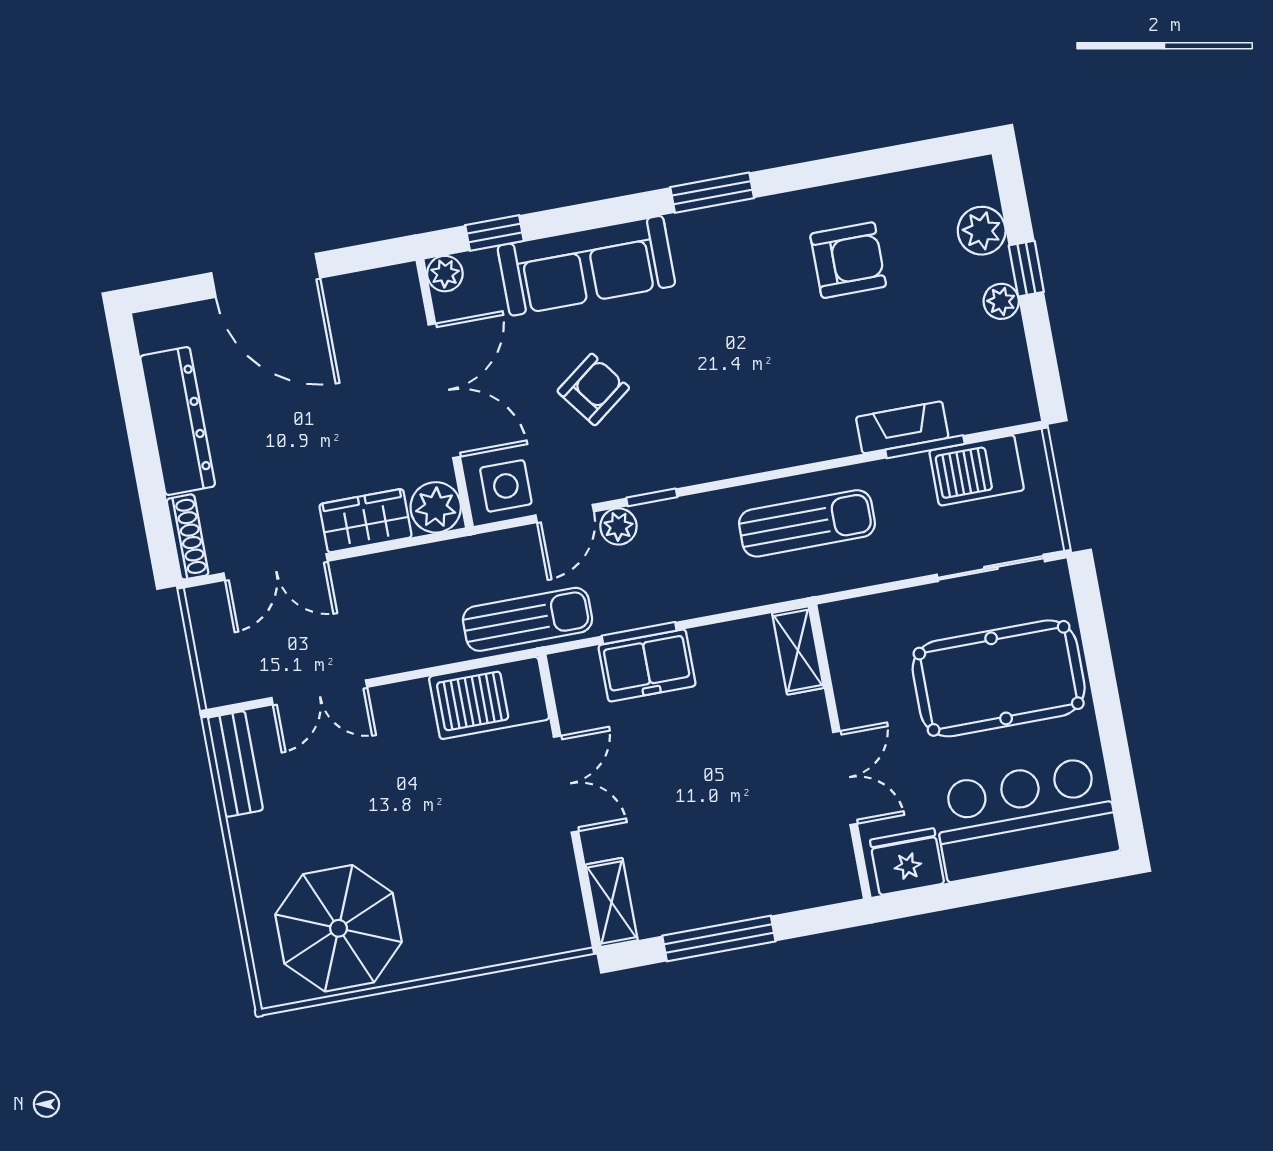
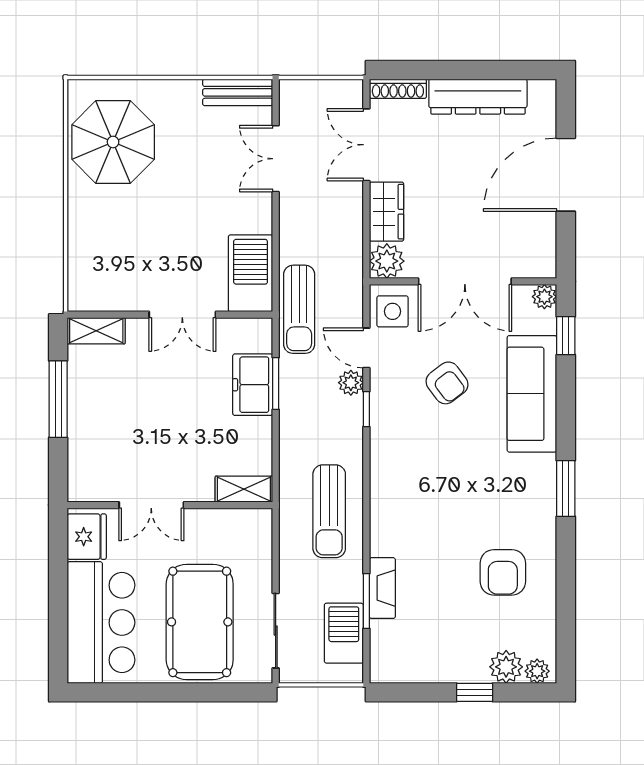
plant: (1001, 301) -> (537, 671), moved

